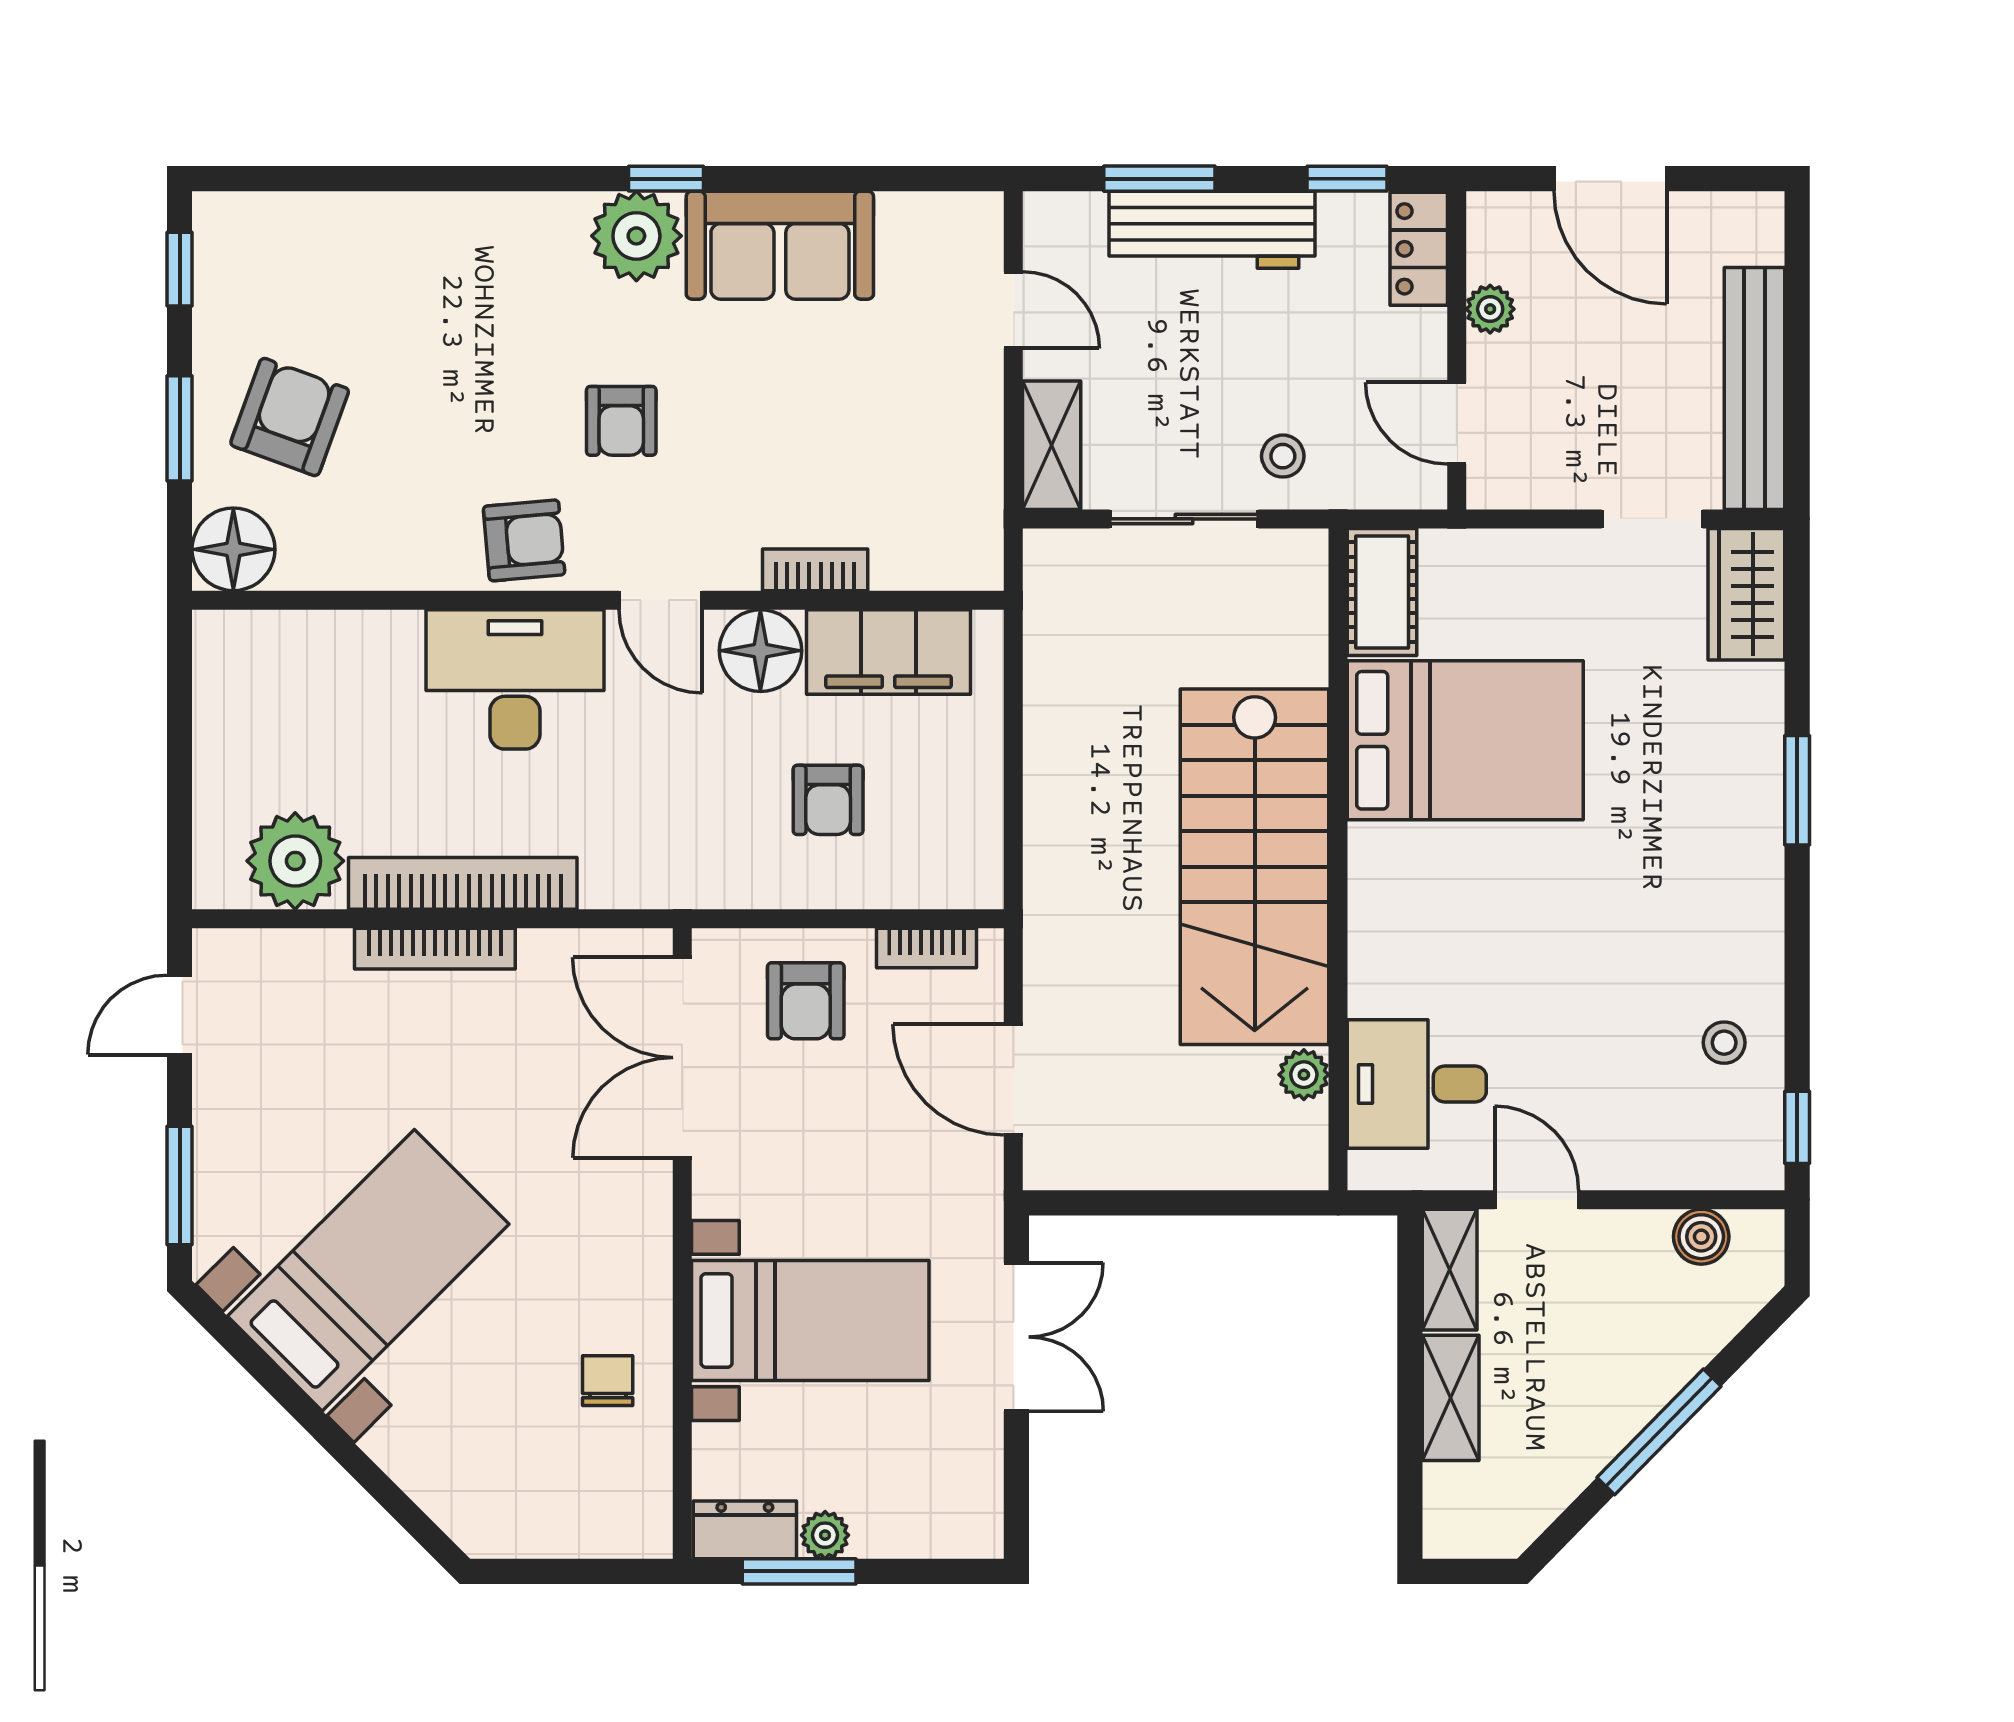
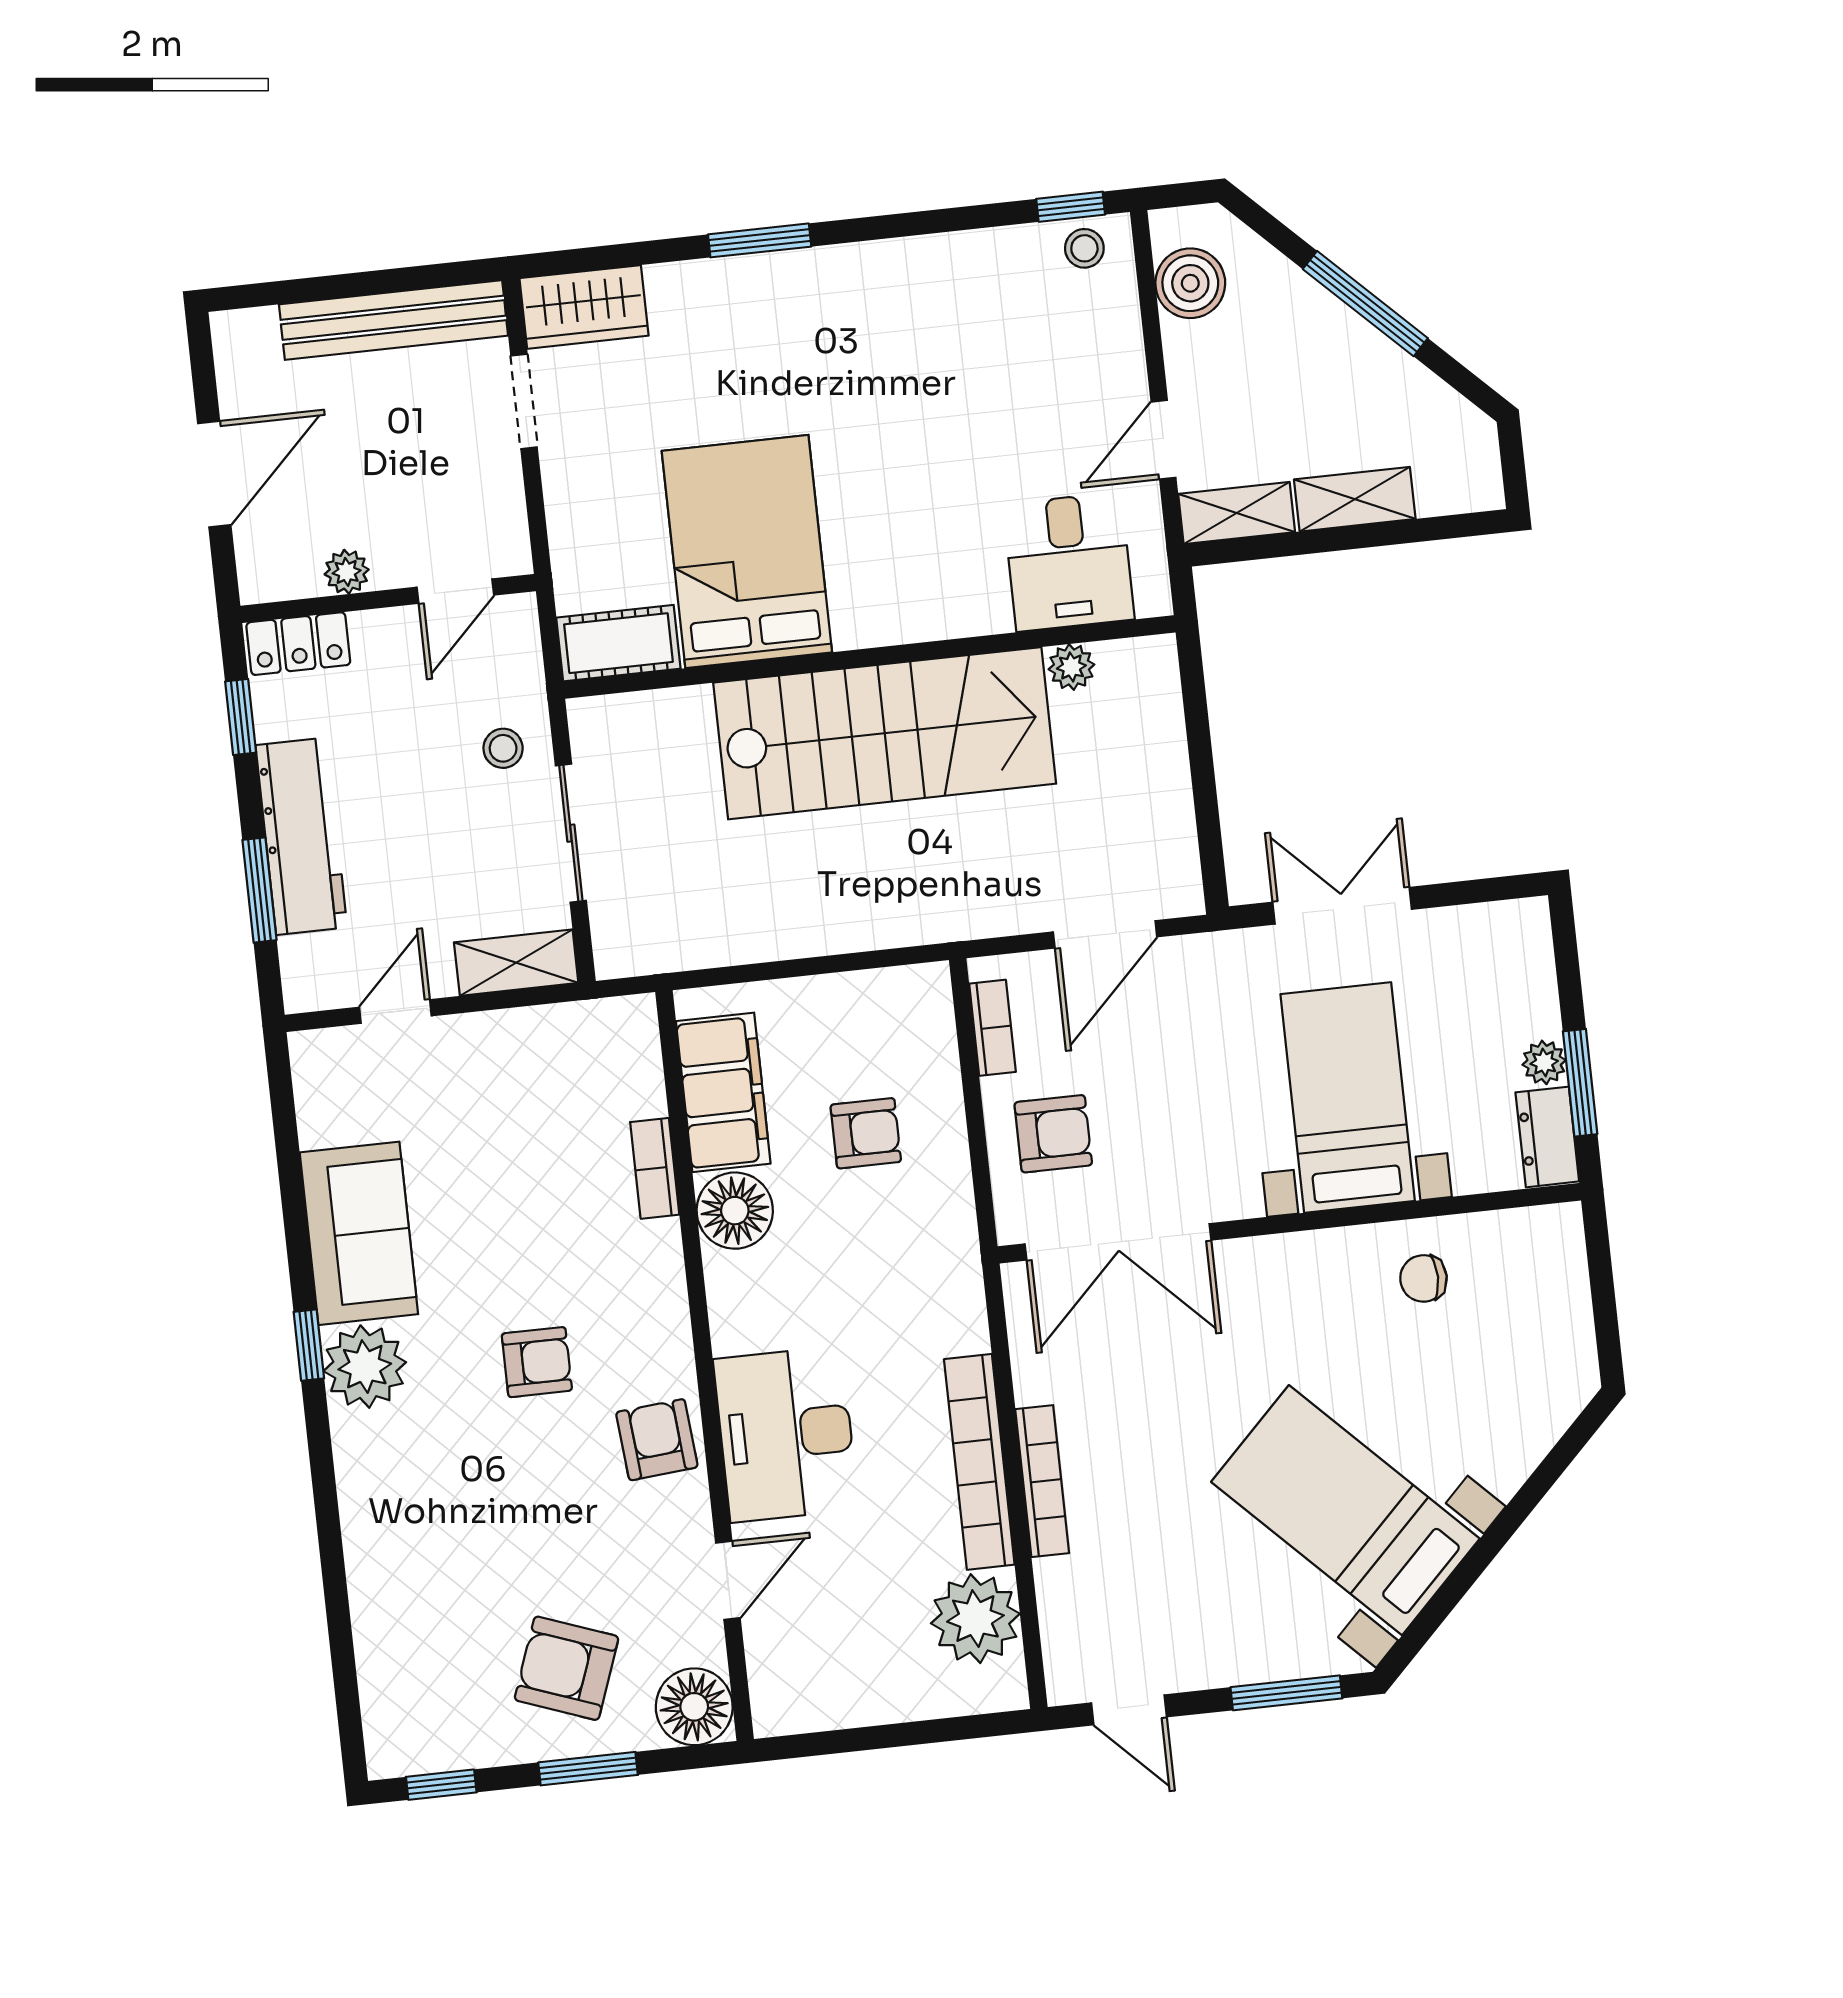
door: (661, 600) -> (728, 1580), moved
stool: (1724, 1043) -> (1084, 248), moved
boiler: (1701, 1237) -> (1190, 283), width x1.36, depth x1.36

